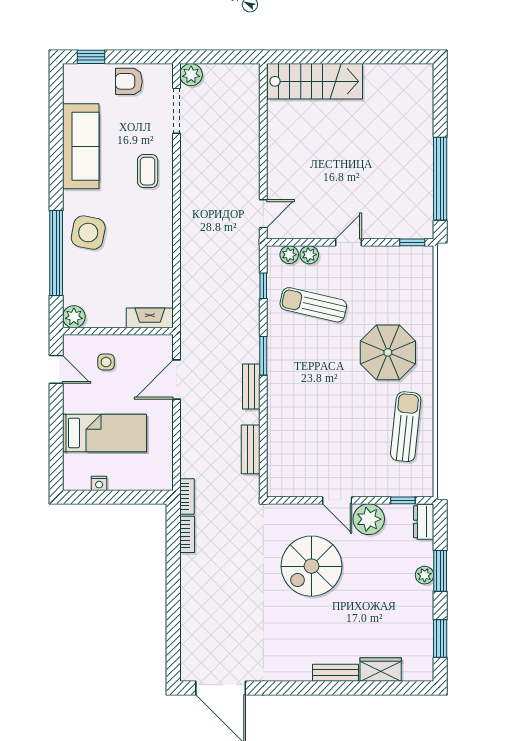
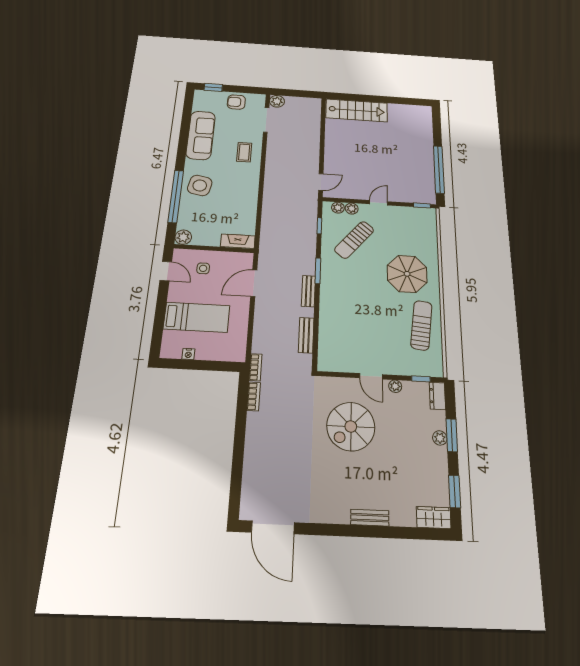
sun lounger: (313, 305) -> (354, 240), turned -63
plant: (369, 519) -> (395, 386), width x0.53, depth x0.53
wardrobe: (381, 670) -> (434, 518), moved

